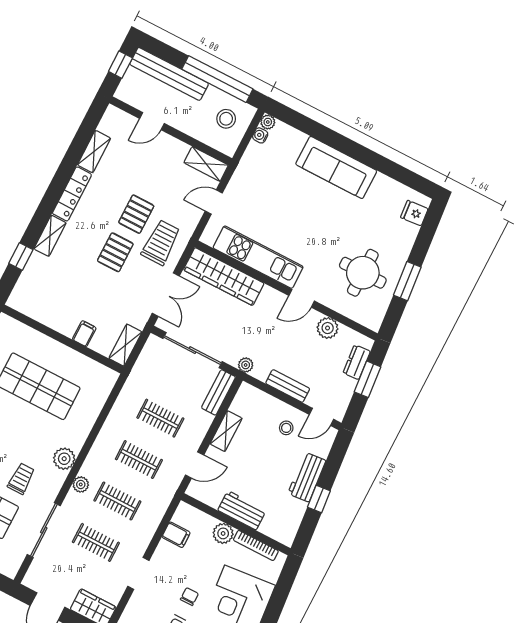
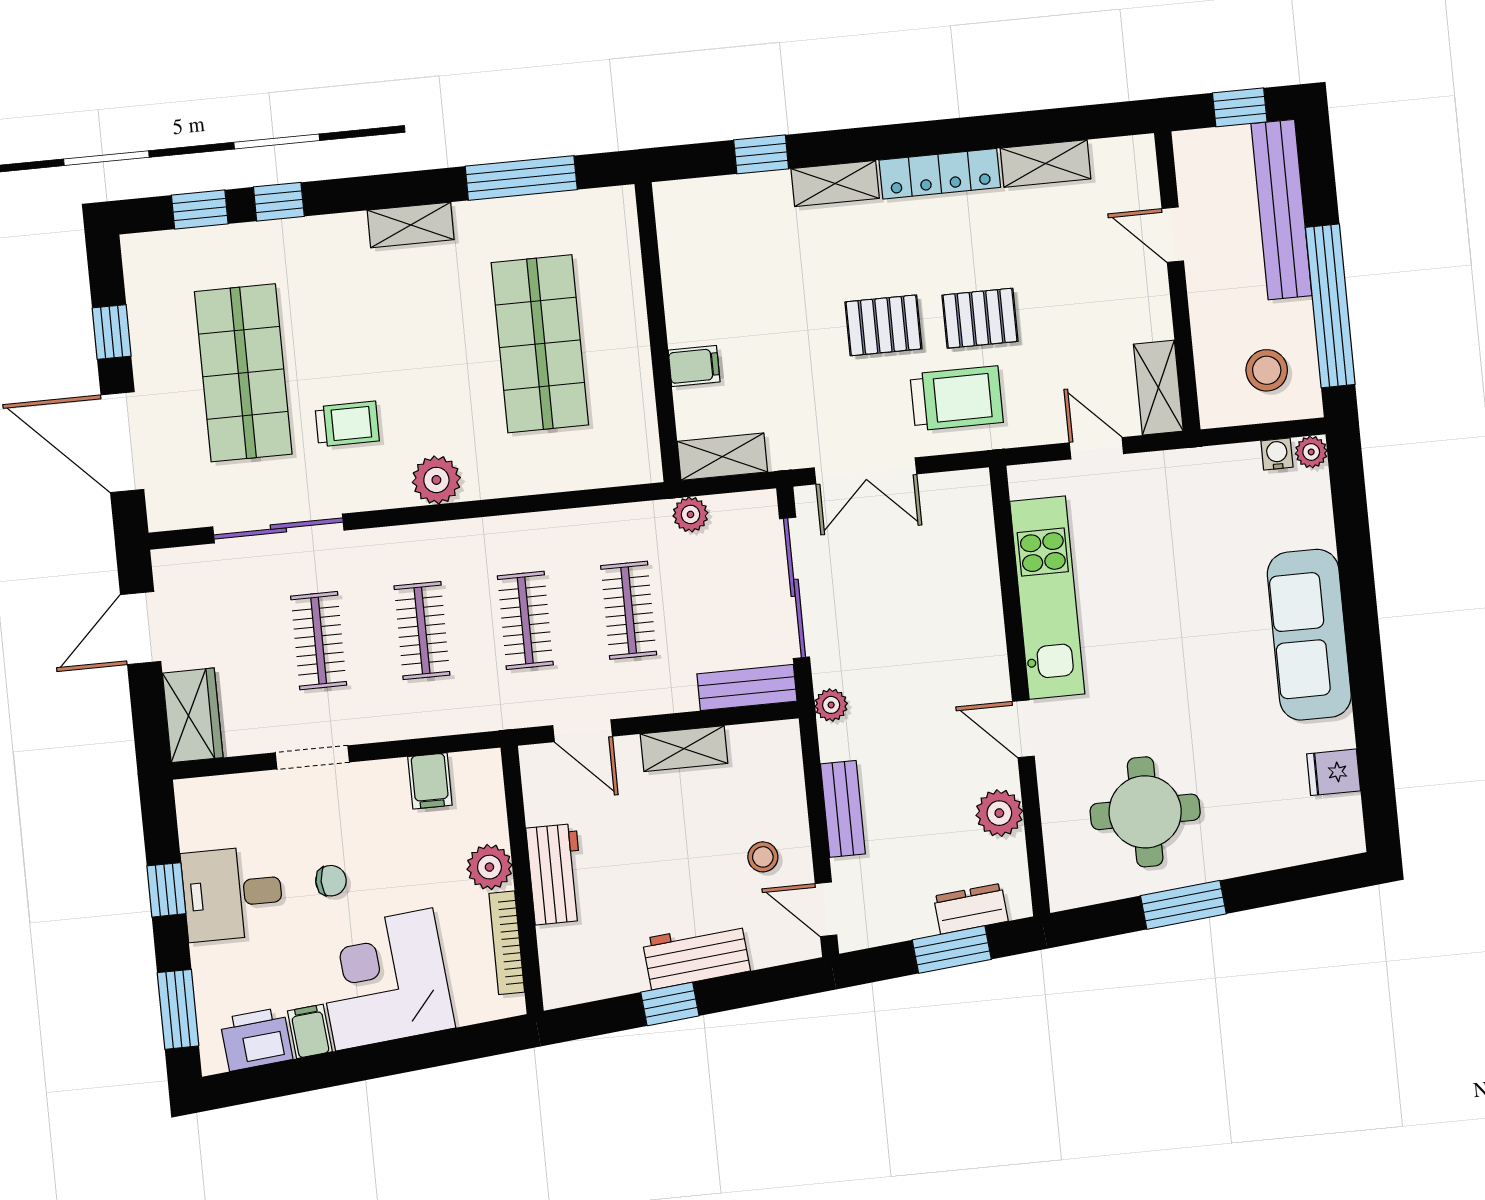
fridge: (414, 213) -> (1334, 772), moved, turned -85
wardrobe: (224, 277) -> (970, 557), removed
plant: (81, 484) -> (690, 514), moved

